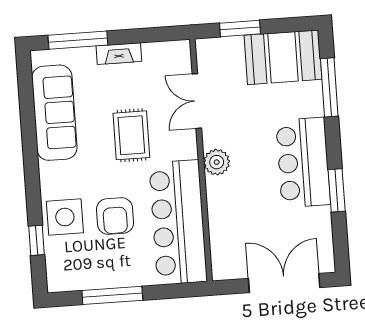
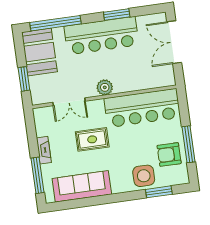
window: (329, 87) -> (56, 23), width x1.46
bar counter: (303, 163) -> (101, 36), width x1.36
armchair: (115, 216) -> (169, 154), moved, turned 180
window: (36, 240) -> (159, 192), width x1.50

